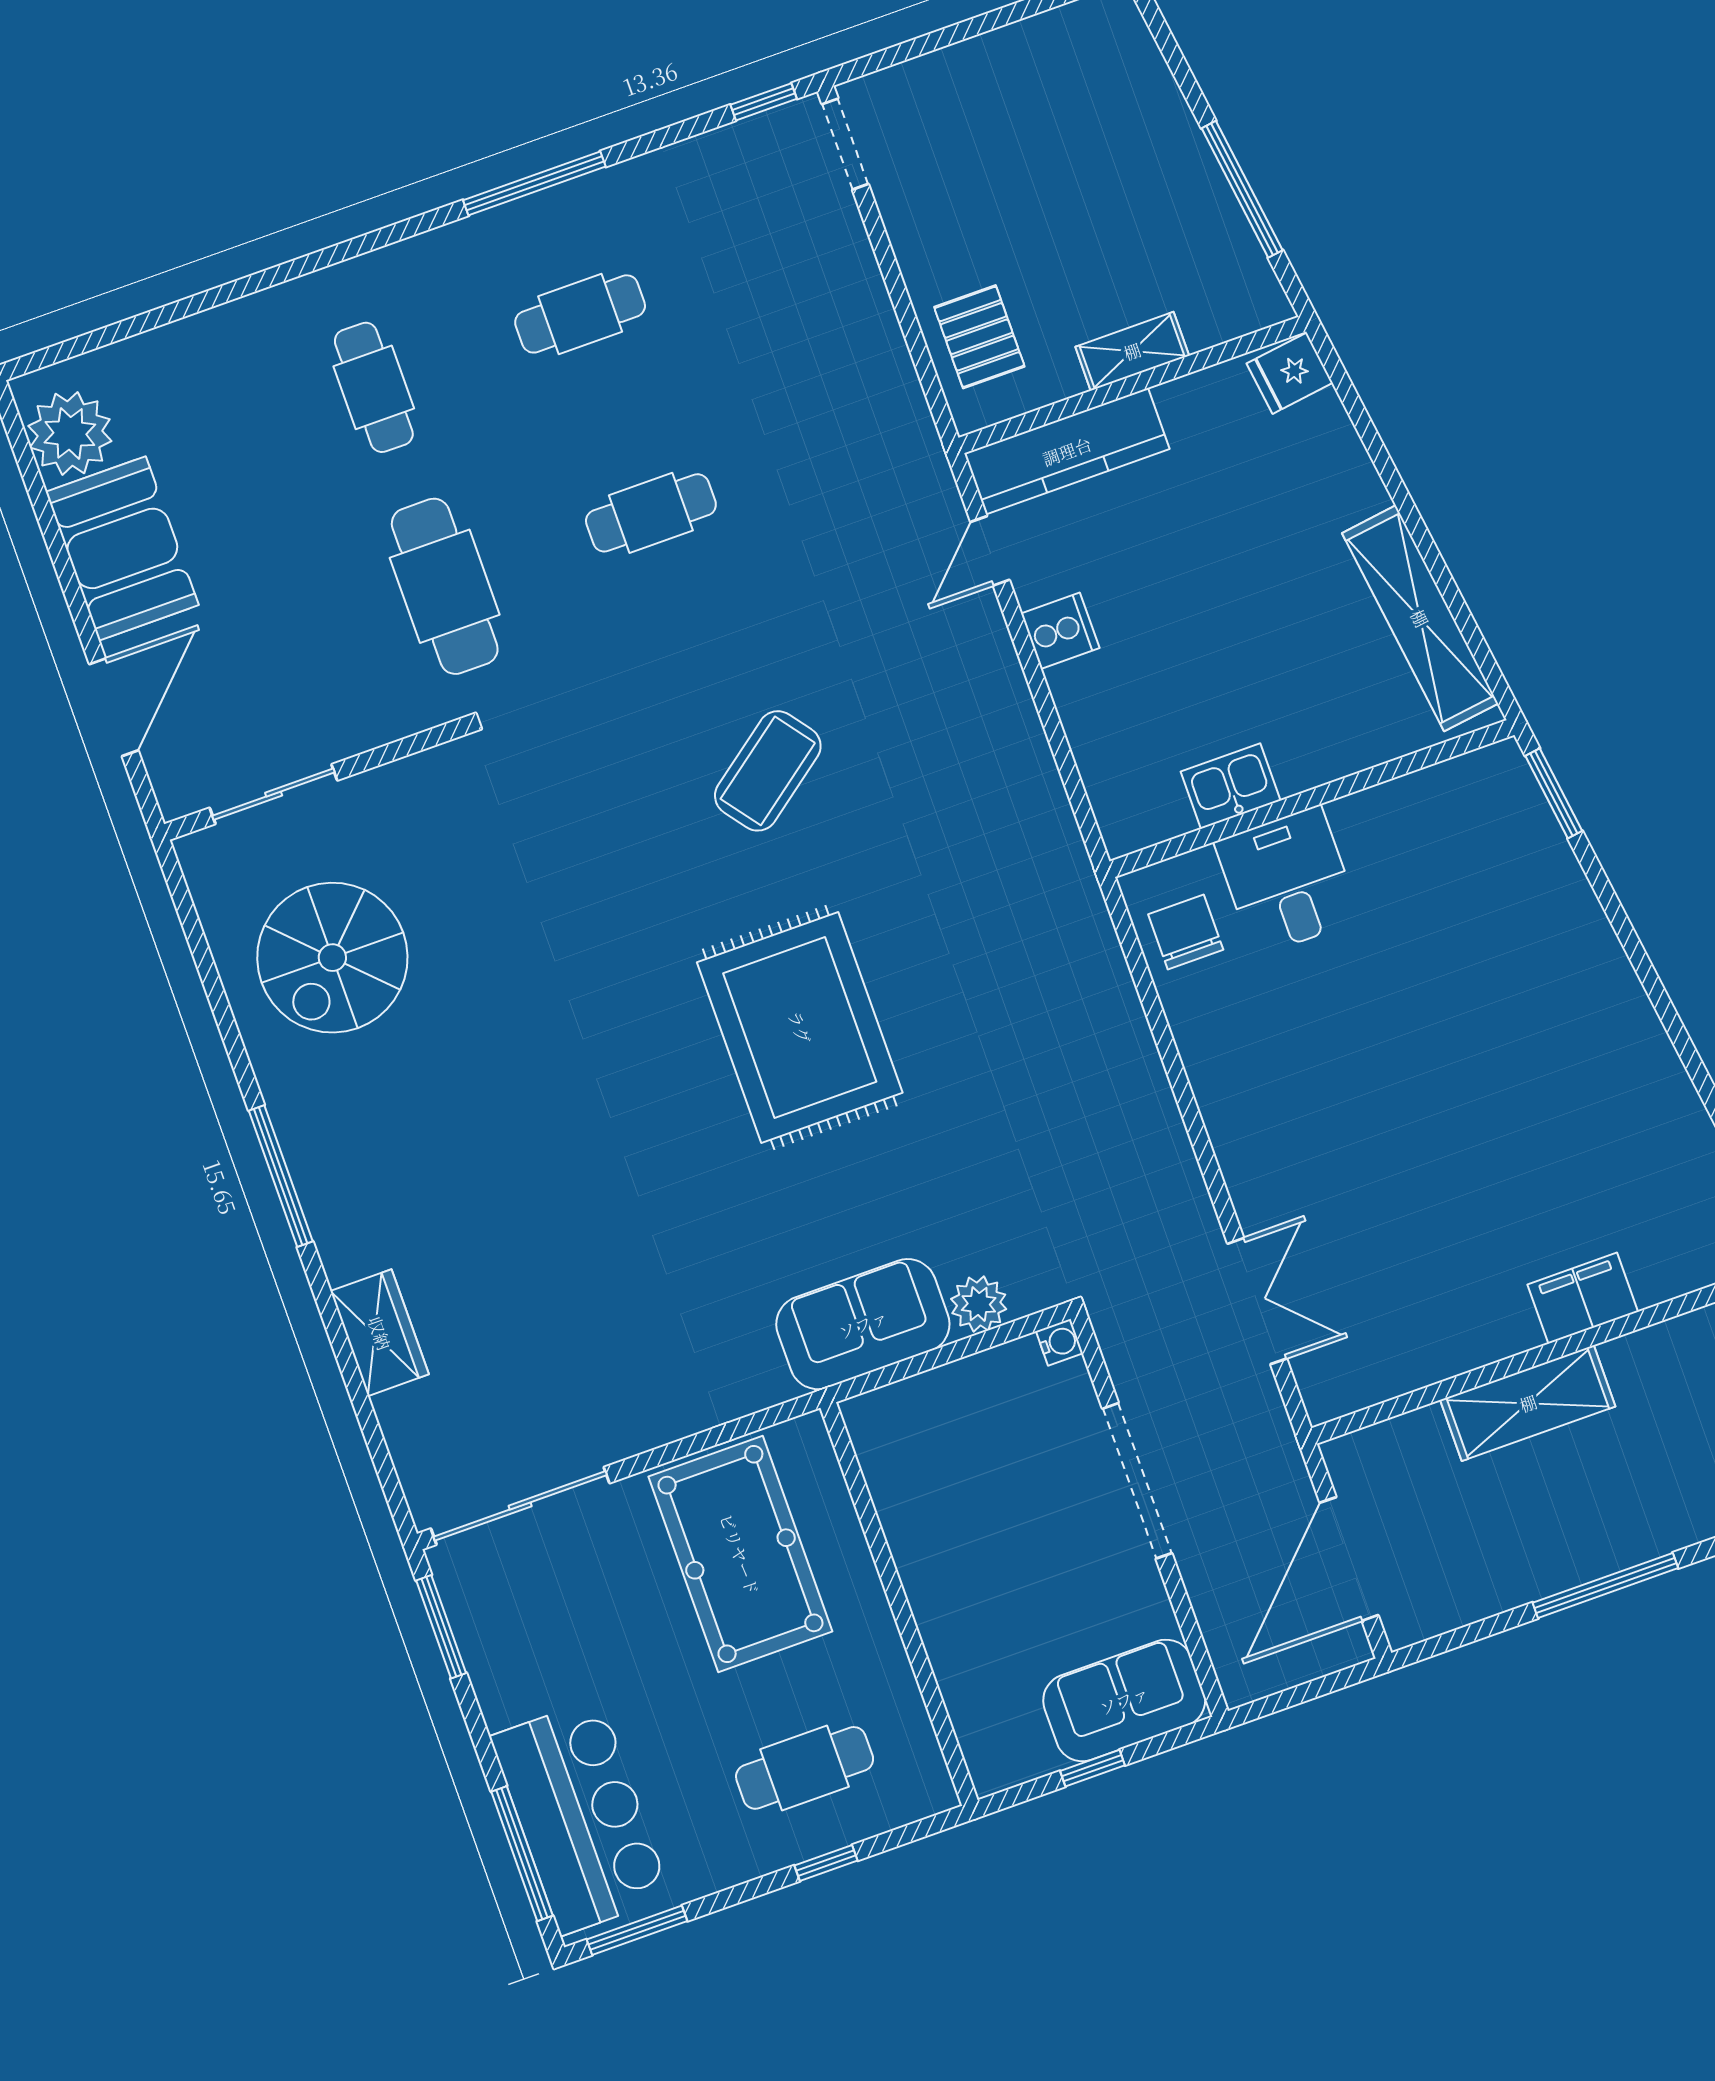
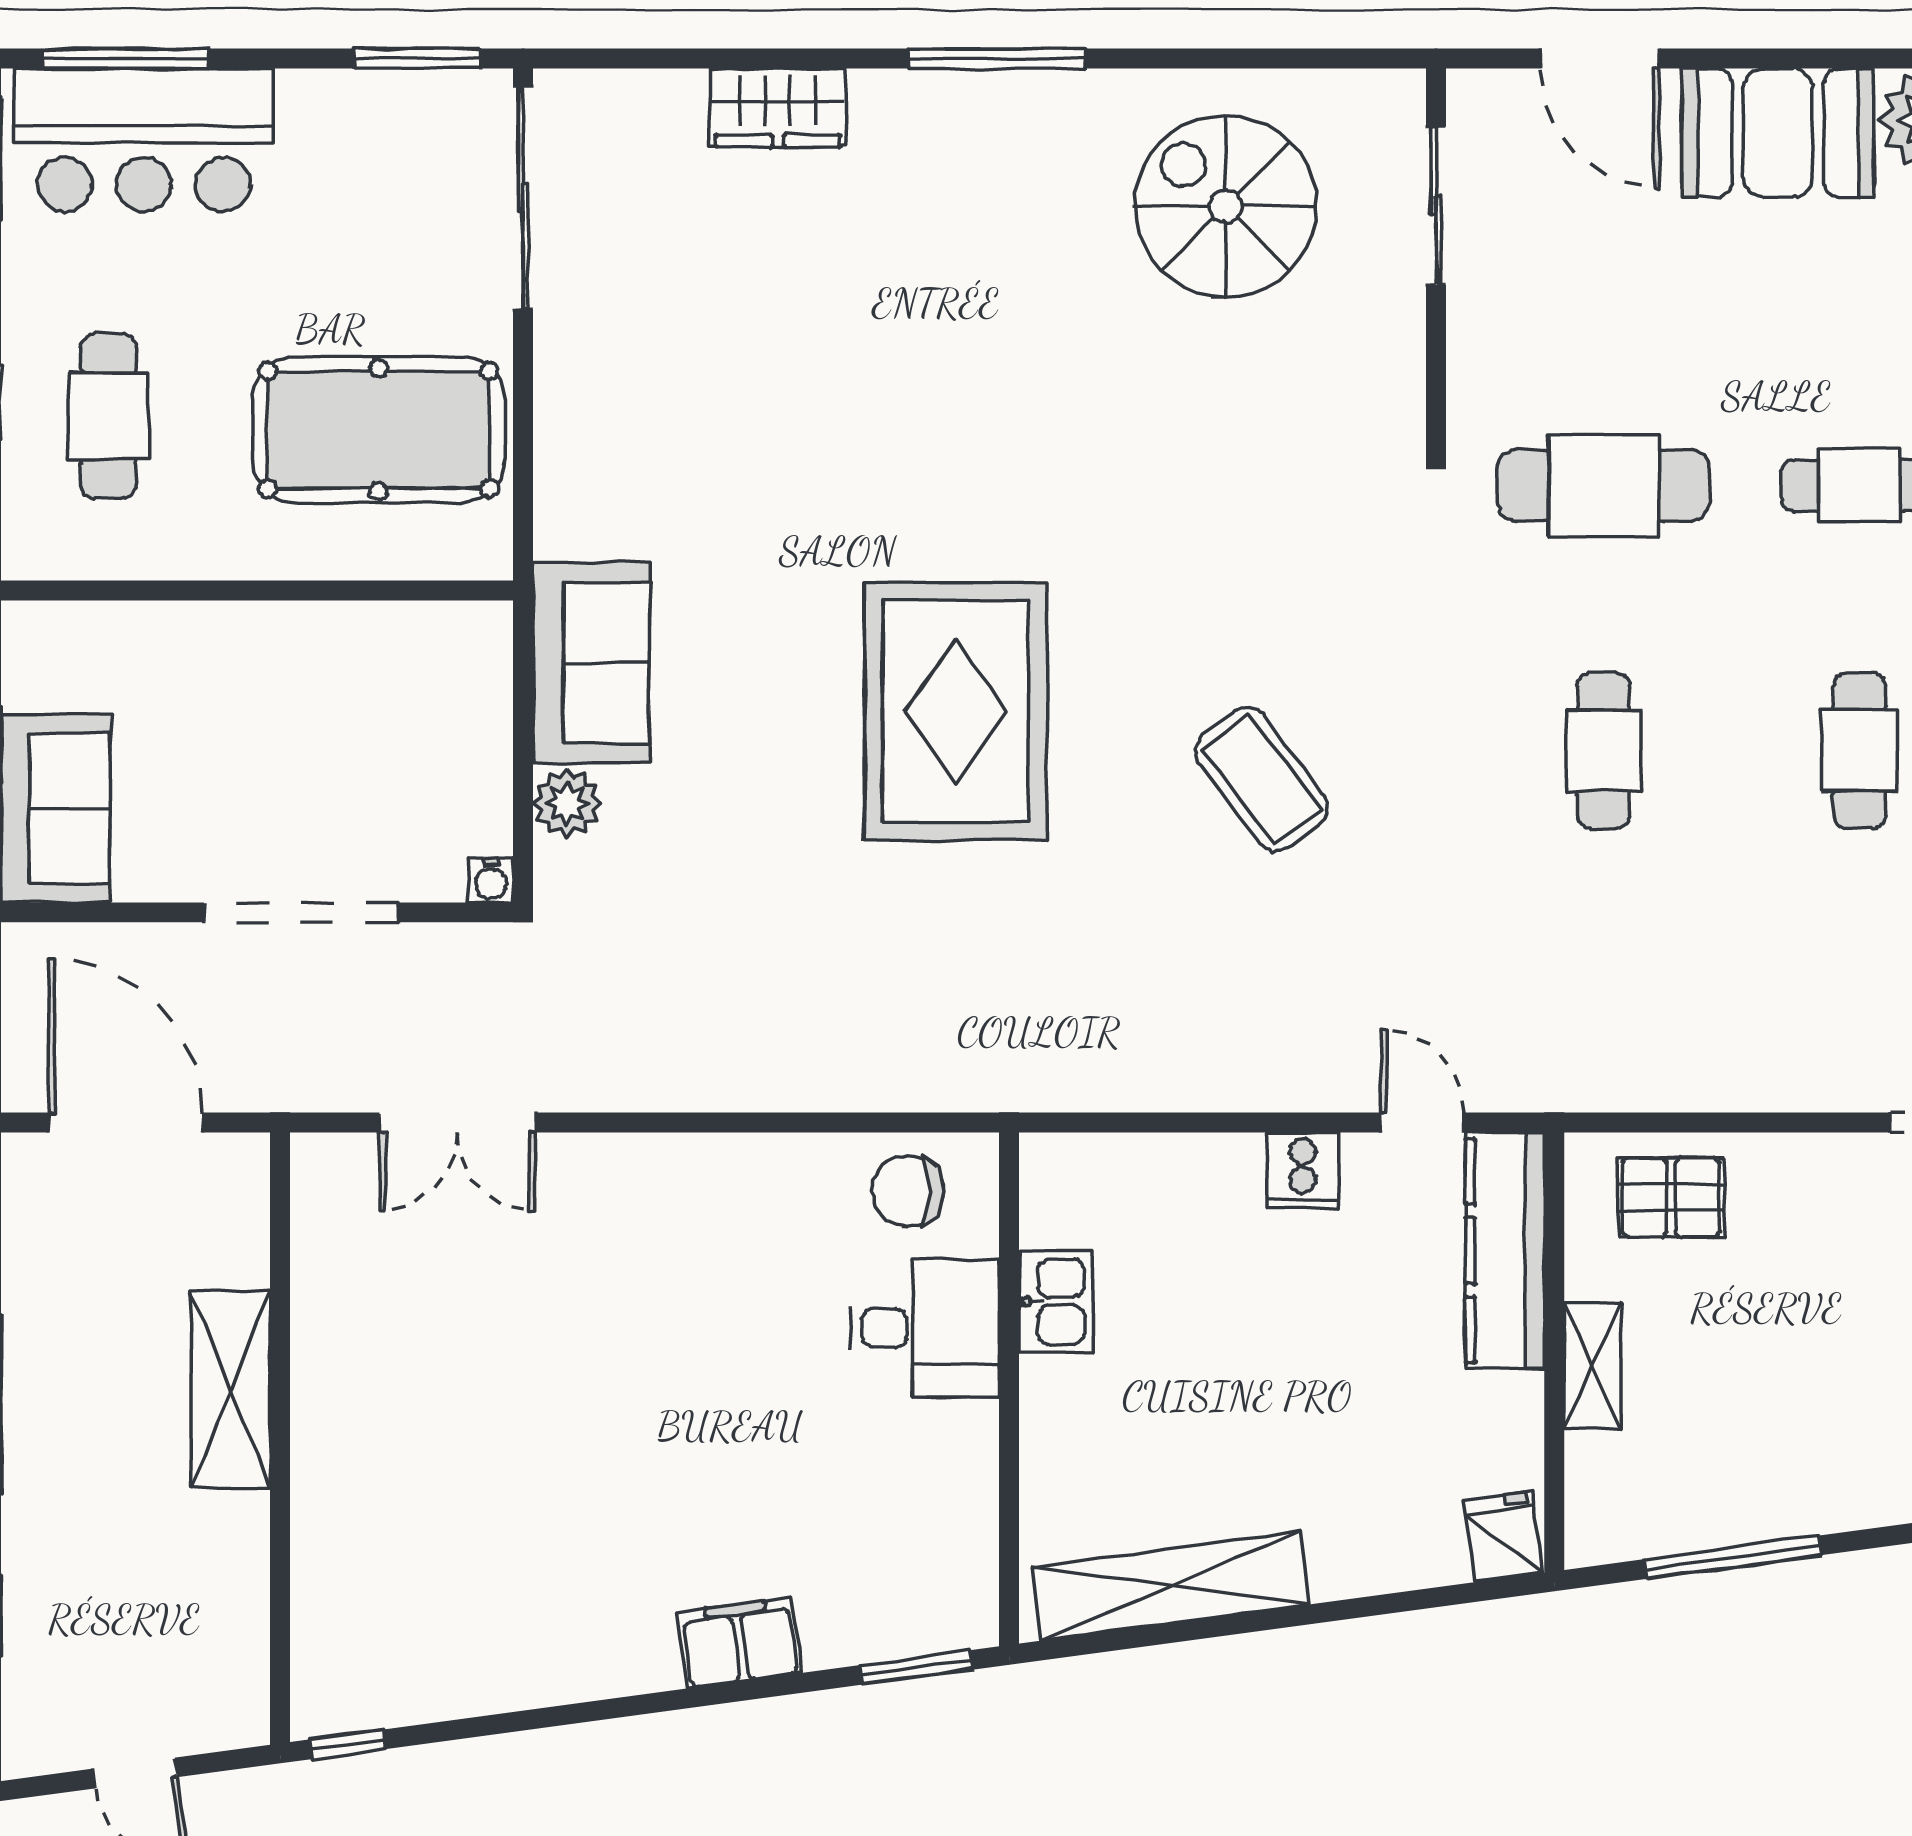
chair: (1186, 932) -> (908, 1191), turned 180
rug: (800, 1027) -> (956, 711), turned 90
filing cabinet: (1583, 1298) -> (740, 1643), moved, turned -98

